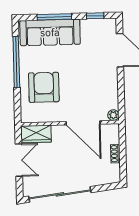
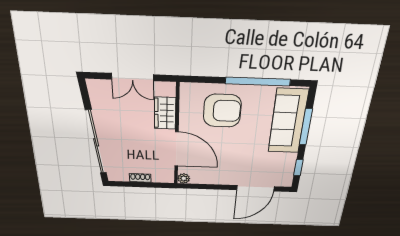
door: (83, 123) -> (177, 149), swing flipped
wardrobe: (36, 134) -> (165, 113), moved
sliding door: (60, 194) -> (96, 142), moved

